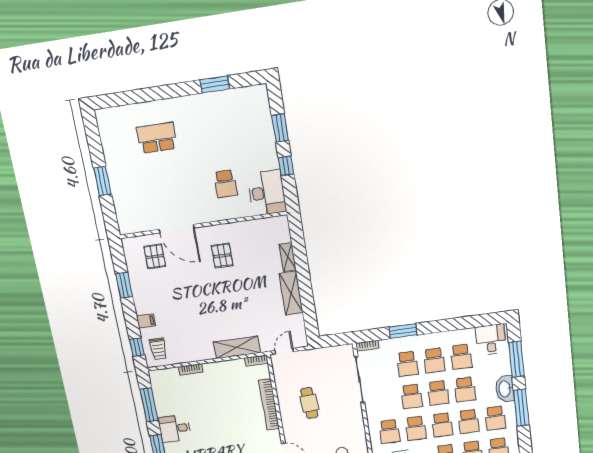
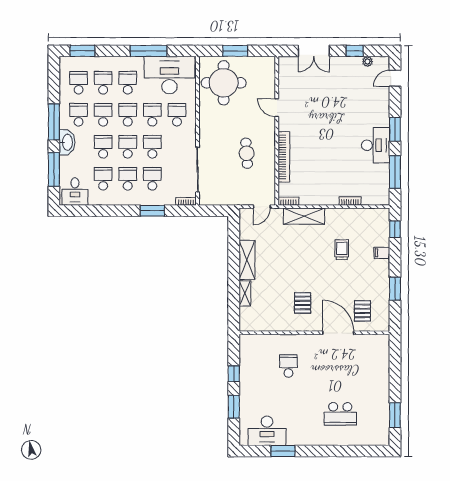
window: (102, 181) -> (395, 415), moved
desk: (267, 193) -> (267, 431), moved, turned -90
trolley: (158, 349) -> (342, 250), moved
desk: (175, 429) -> (376, 145), width x1.37

